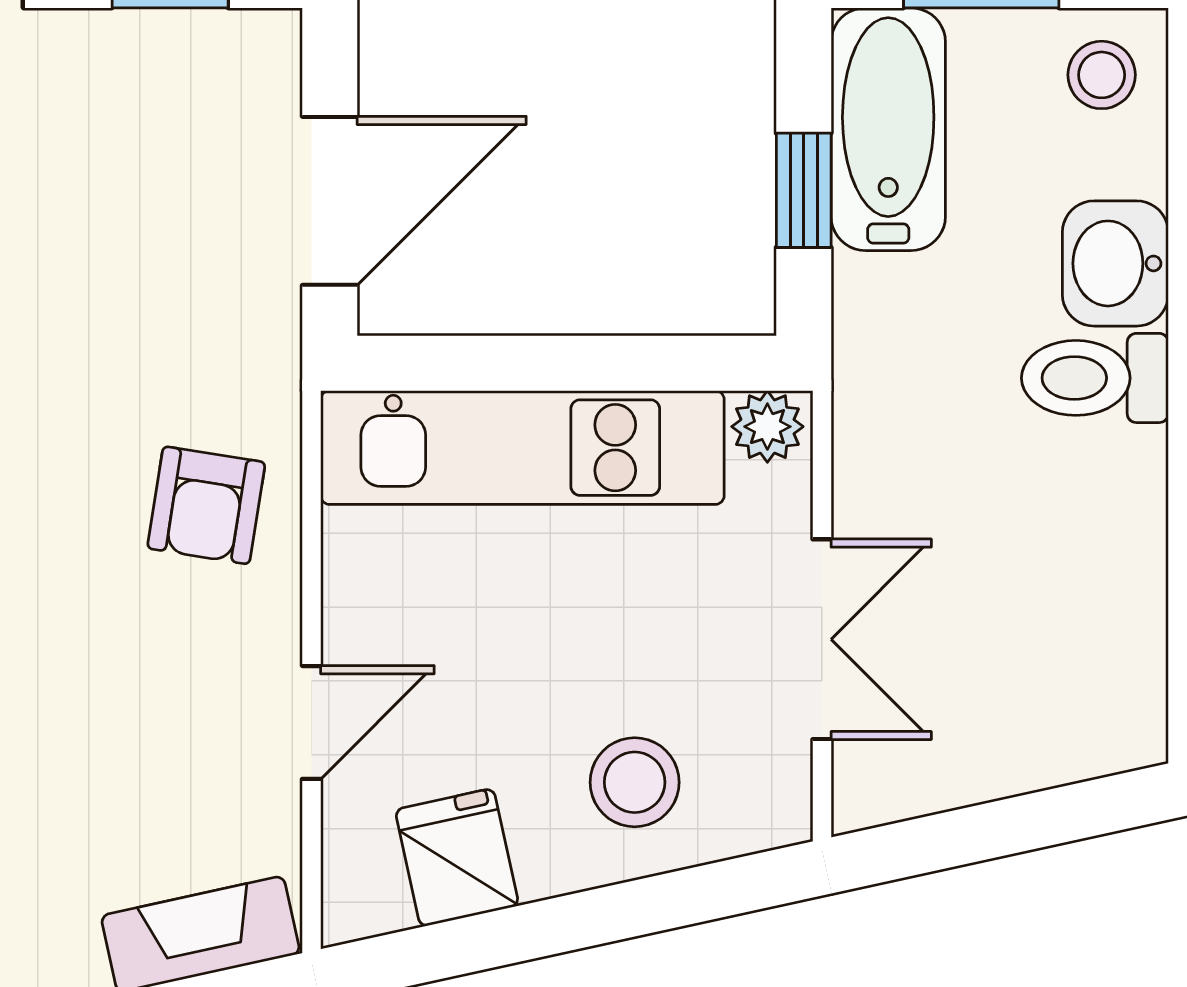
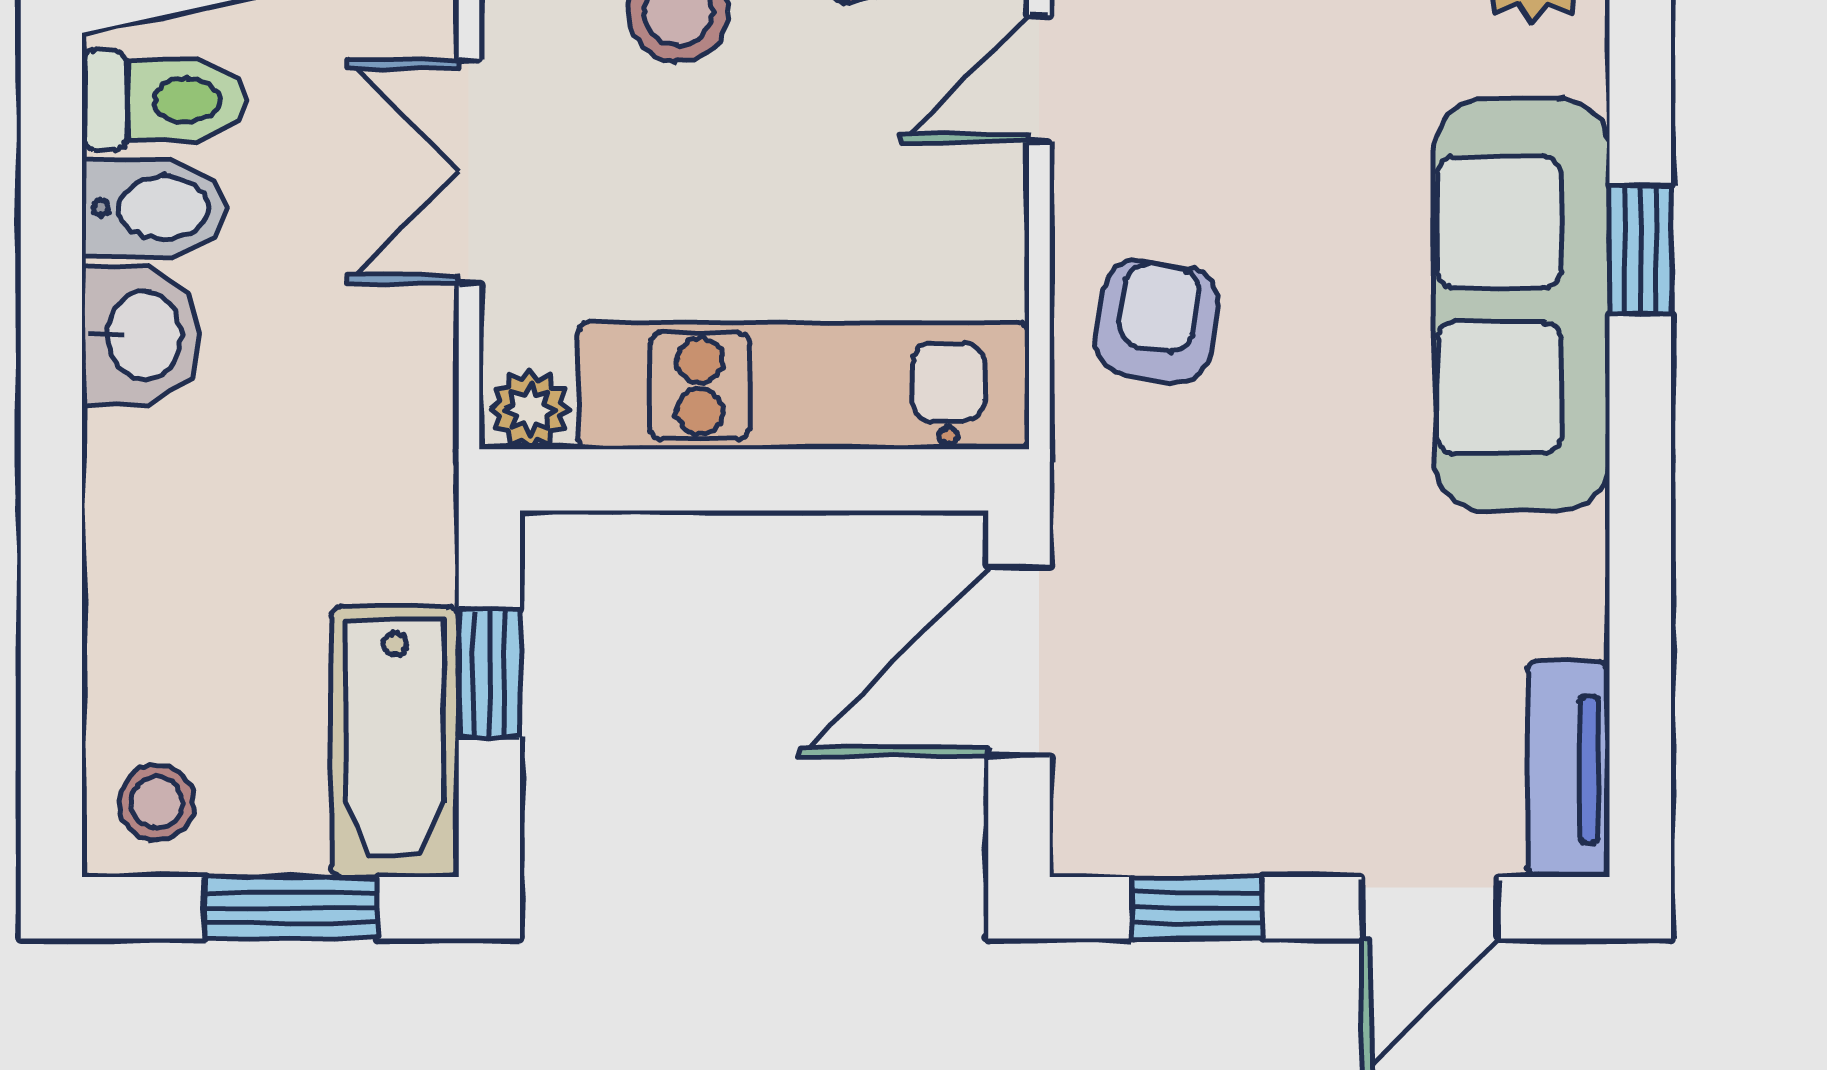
washbasin: (1115, 263) -> (141, 336), moved
toilet: (1095, 378) -> (164, 100), moved
bidet: (1104, 607) -> (154, 208), added

